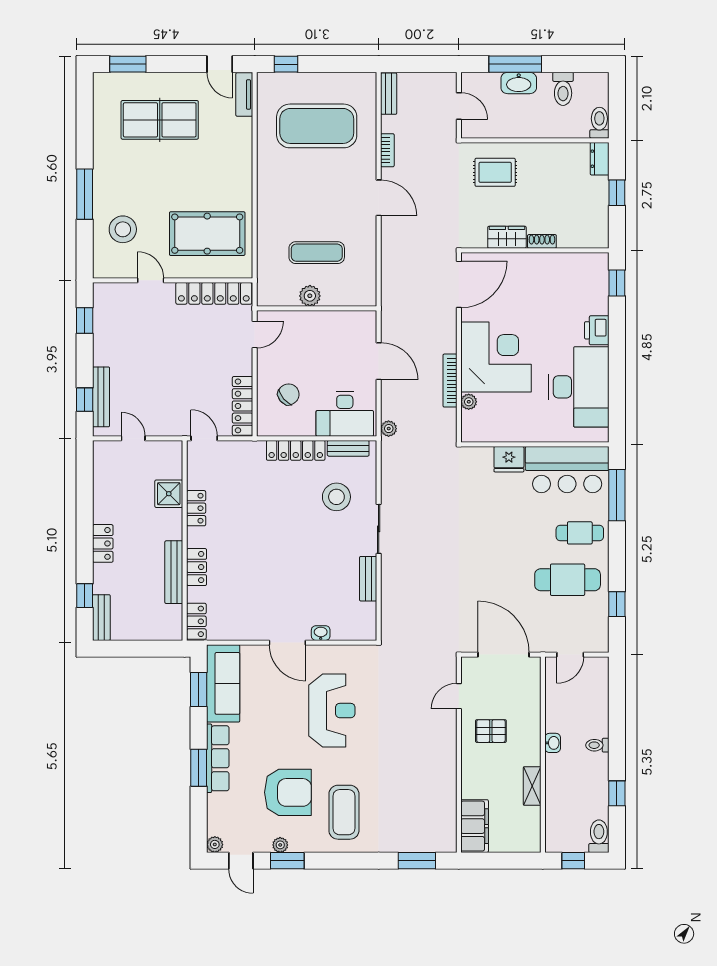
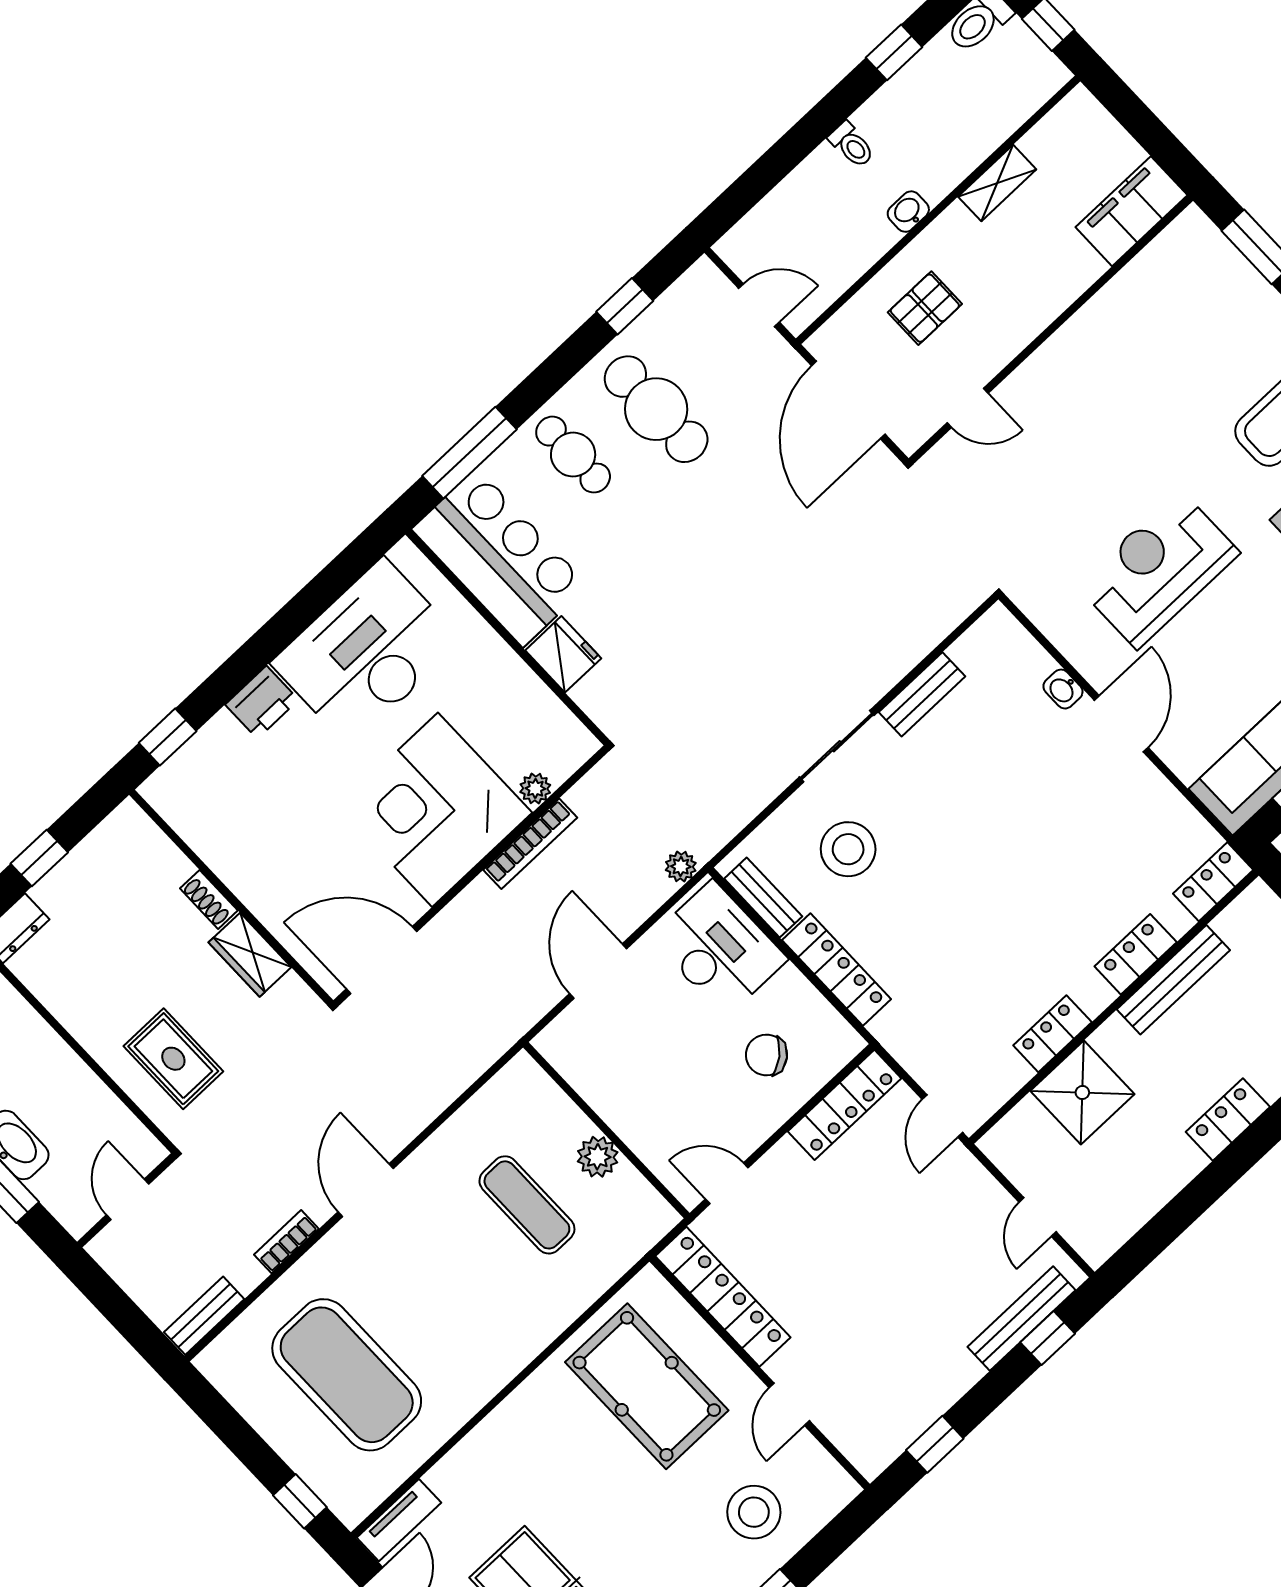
shower: (169, 494) -> (1082, 1093), width x1.36, depth x1.36
pallet: (491, 731) -> (925, 308), moved, turned 90

